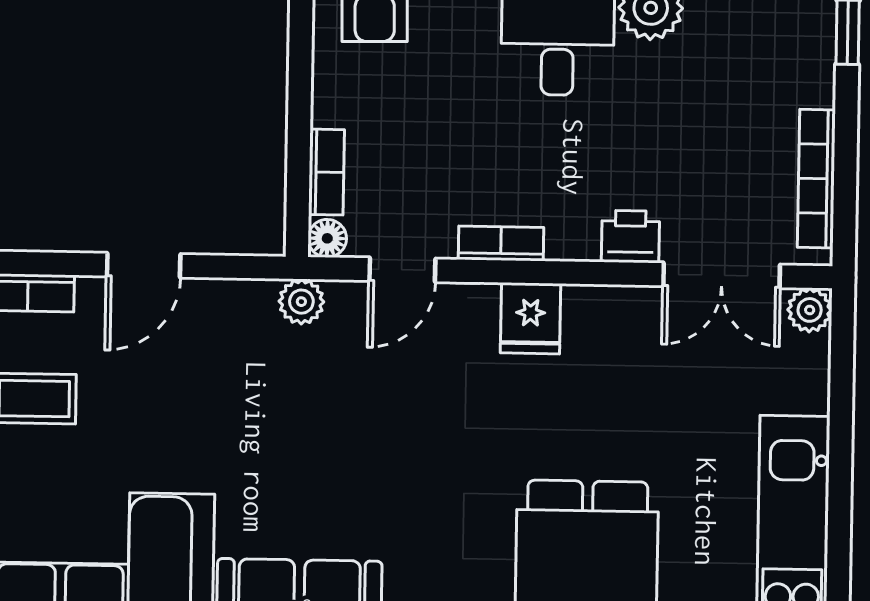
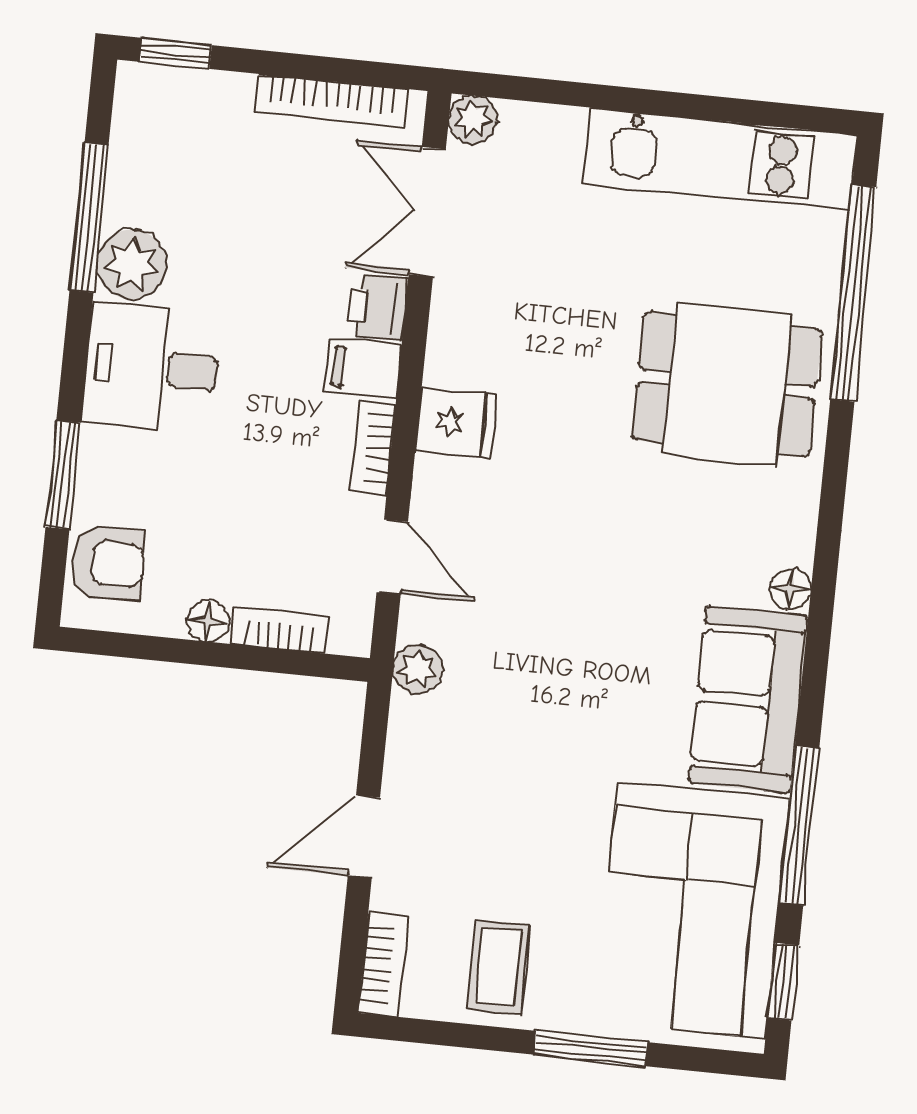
filing cabinet: (573, 229) -> (363, 369), added
floor lamp: (327, 238) -> (208, 621), moved
door: (144, 265) -> (364, 837), swing flipped
double door: (722, 275) -> (427, 212), swing flipped

